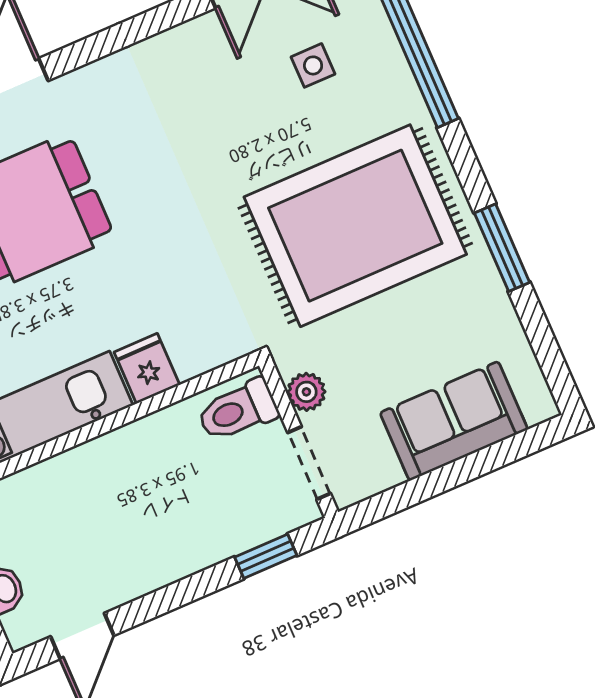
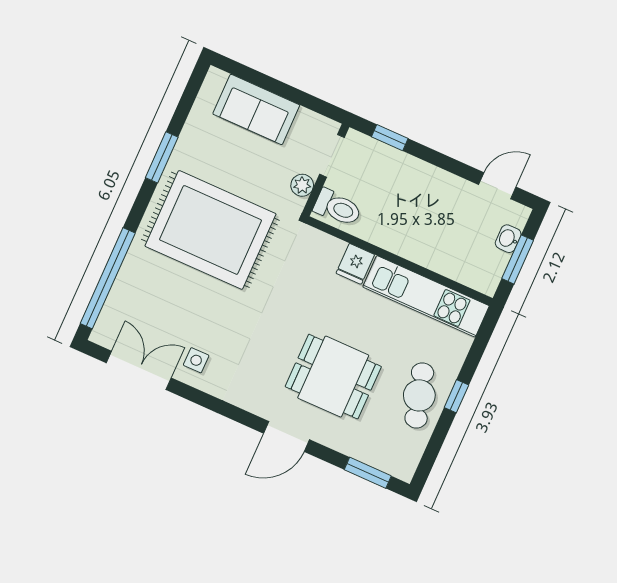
side table: (313, 65) -> (196, 360), moved

